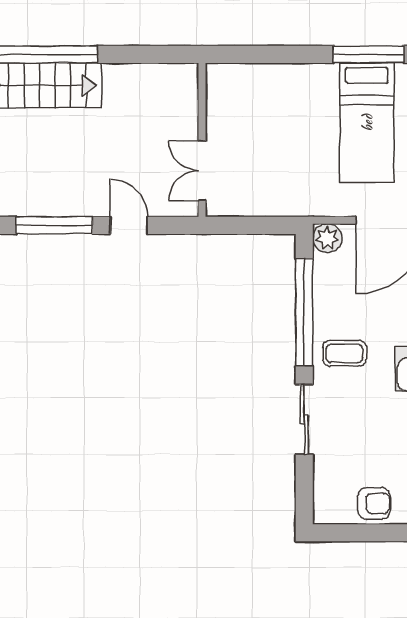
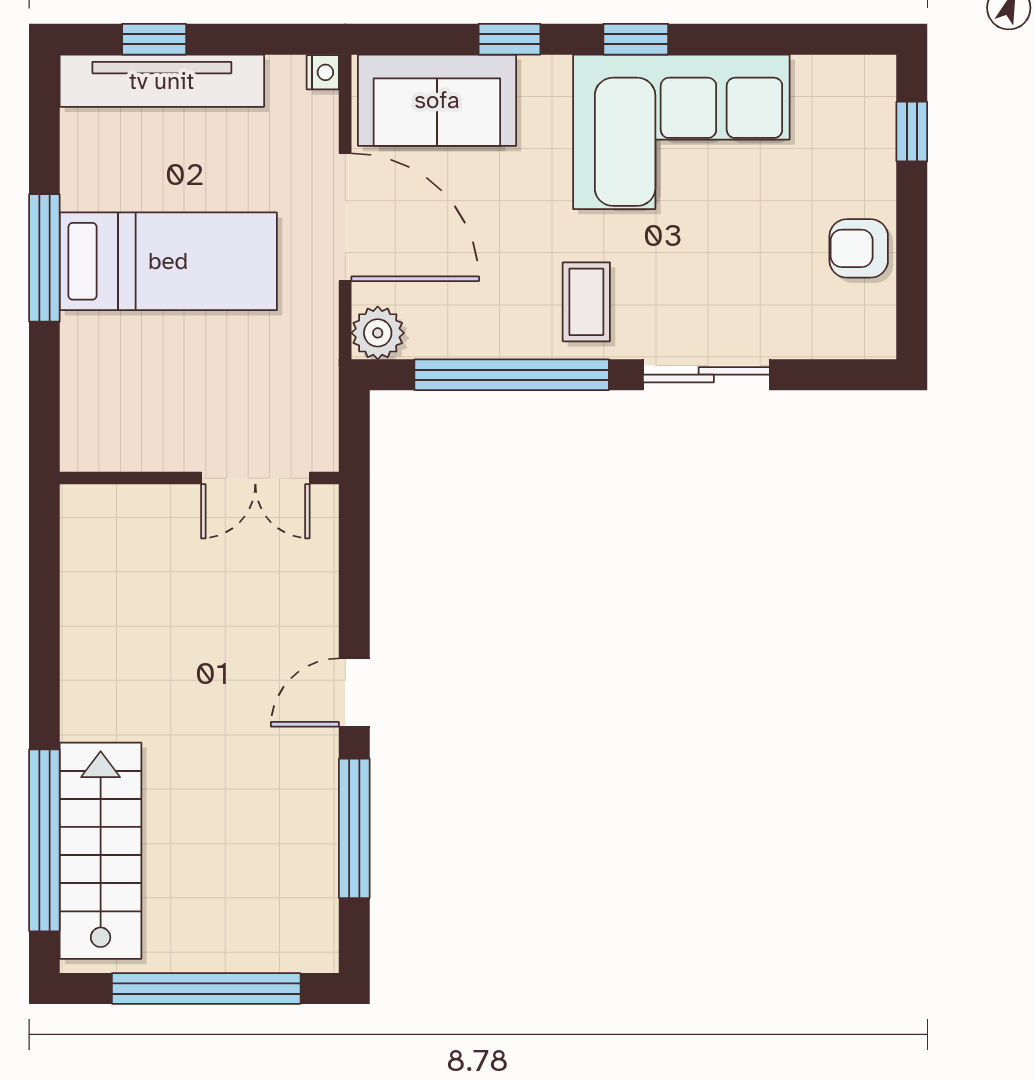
wall: (202, 140) -> (199, 478), moved
double door: (202, 171) -> (255, 478), moved
armchair: (374, 503) -> (859, 248), turned -90

